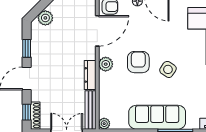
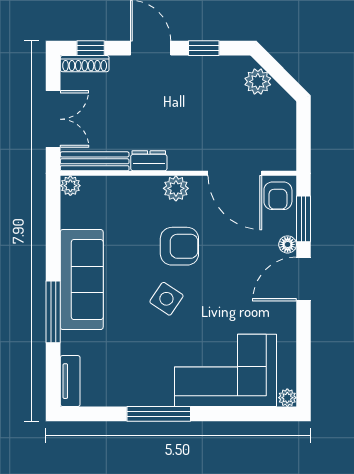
dresser: (90, 75) -> (149, 161), width x0.70

